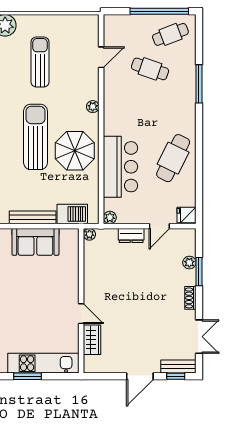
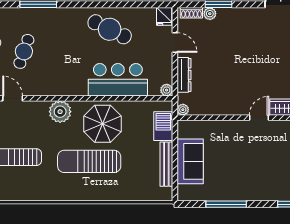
plant: (93, 107) -> (60, 112), width x1.87, depth x1.87
dresser: (131, 236) -> (184, 75), width x1.44
shoe rack: (190, 298) -> (191, 13), moved

